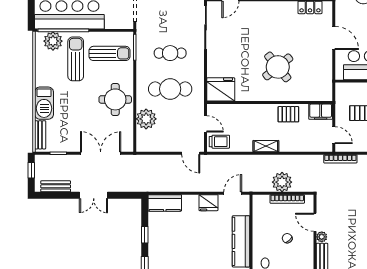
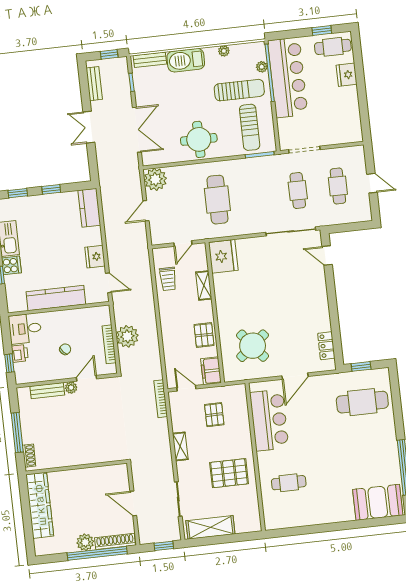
plant: (53, 41) -> (262, 67), width x0.53, depth x0.53
cafe table: (170, 53) -> (298, 191), moved
round table: (278, 67) -> (253, 346), moved
plant: (40, 69) -> (224, 51), added
plant: (146, 119) -> (155, 179), moved
door: (334, 135) -> (186, 388), swing flipped
trolley: (219, 142) -> (168, 279), moved
shelving: (266, 146) -> (204, 285), moved
door: (191, 153) -> (146, 211), moved

